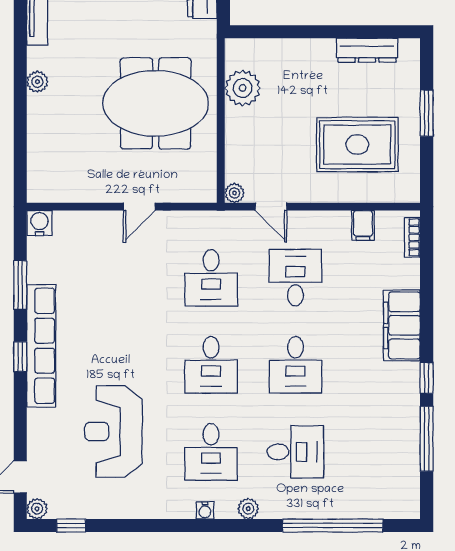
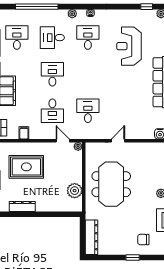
meeting table: (156, 103) -> (111, 184), turned 90
desk: (211, 365) -> (17, 38), moved
reception desk: (113, 431) -> (129, 46), turned 180

